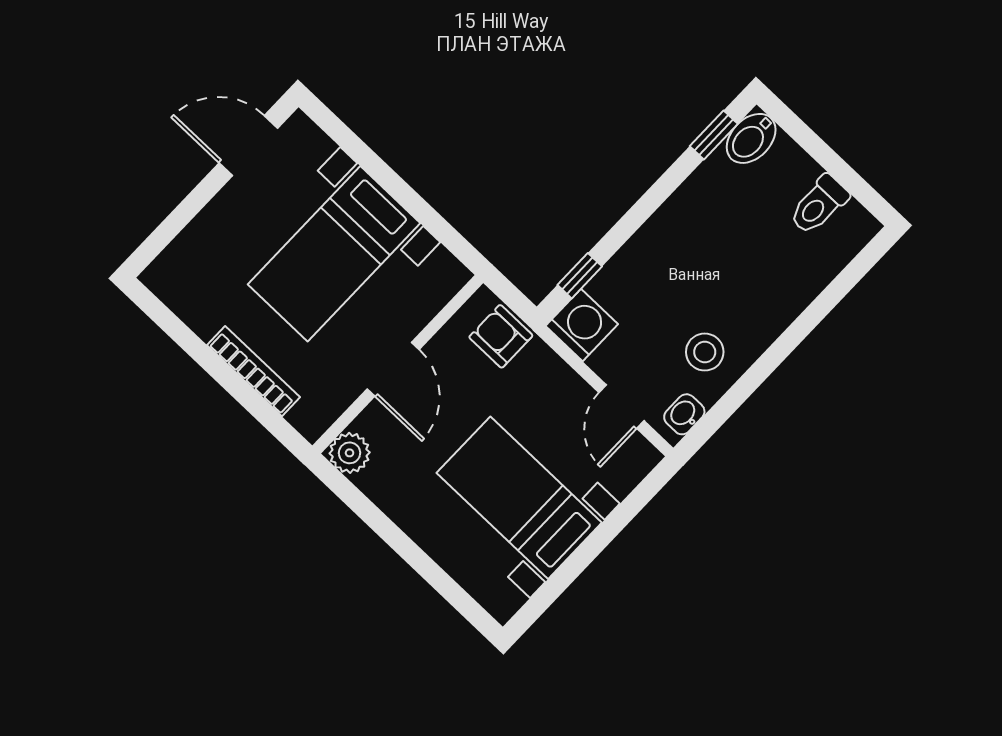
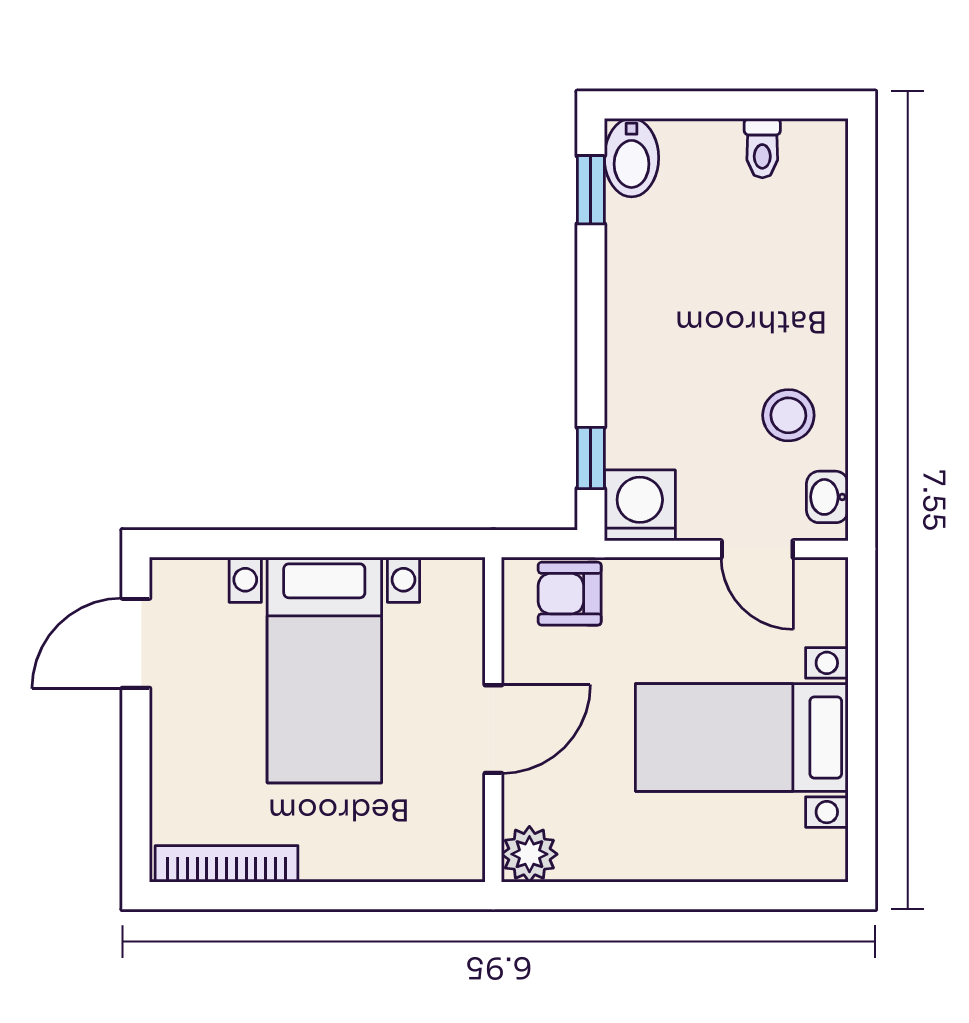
toilet: (819, 205) -> (762, 148), width x0.73, depth x0.72
door: (393, 369) -> (493, 729), hinge flipped
bookcase: (253, 371) -> (227, 864), moved

